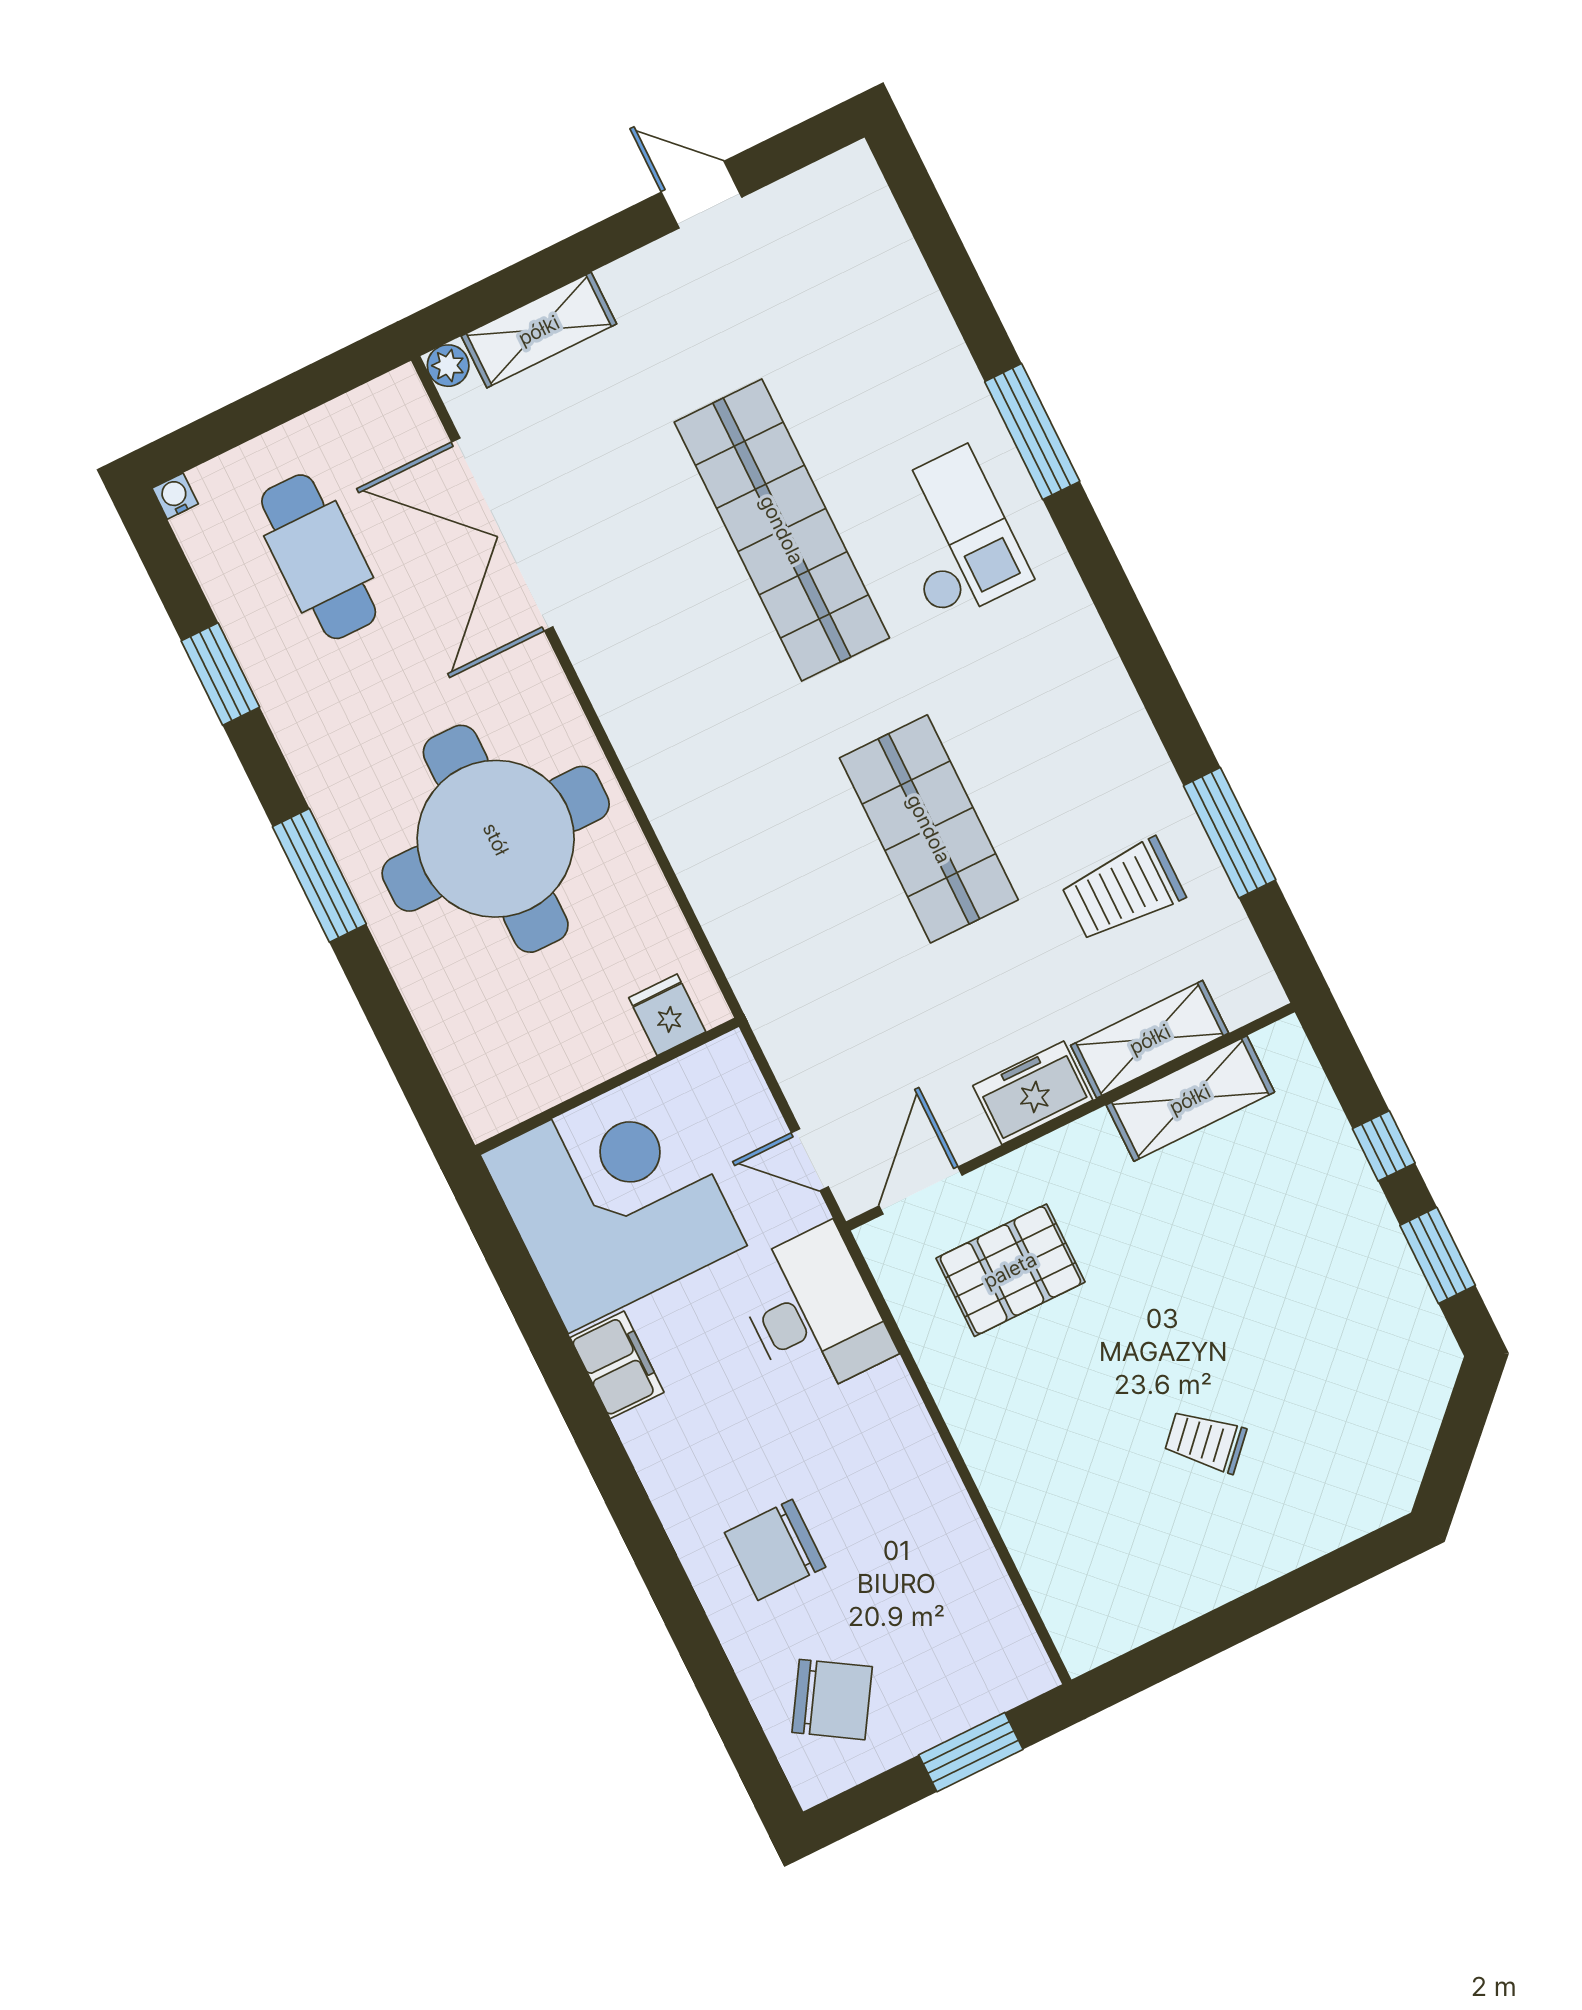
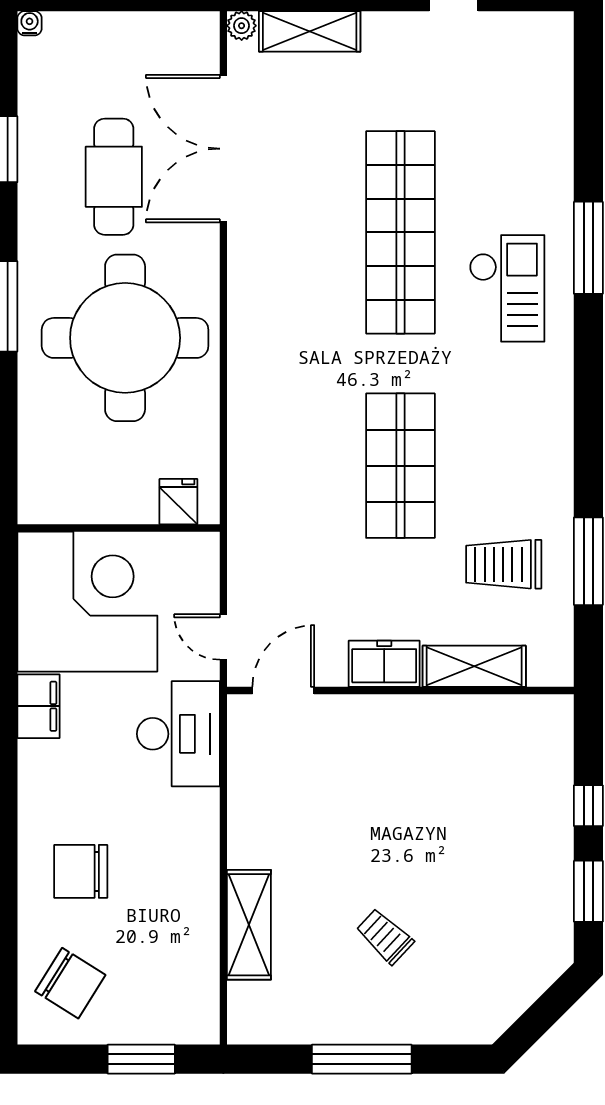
cafe table: (319, 557) -> (114, 177), moved
shelving: (1190, 1099) -> (249, 925), moved, turned 90
pallet: (1010, 1270) -> (315, 768), removed
window: (1253, 1613) -> (362, 1059), added

